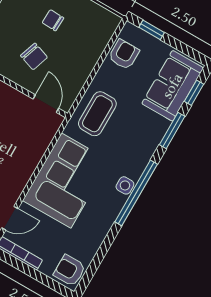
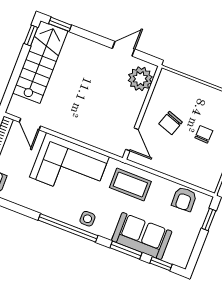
armchair: (124, 54) -> (184, 199), turned 88
sofa: (173, 86) -> (142, 236), moved
door: (46, 104) -> (132, 139), hinge flipped
side table: (125, 185) -> (87, 219), moved

